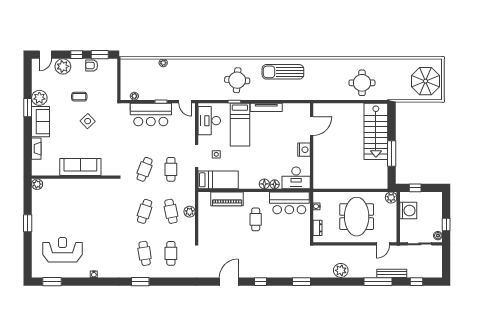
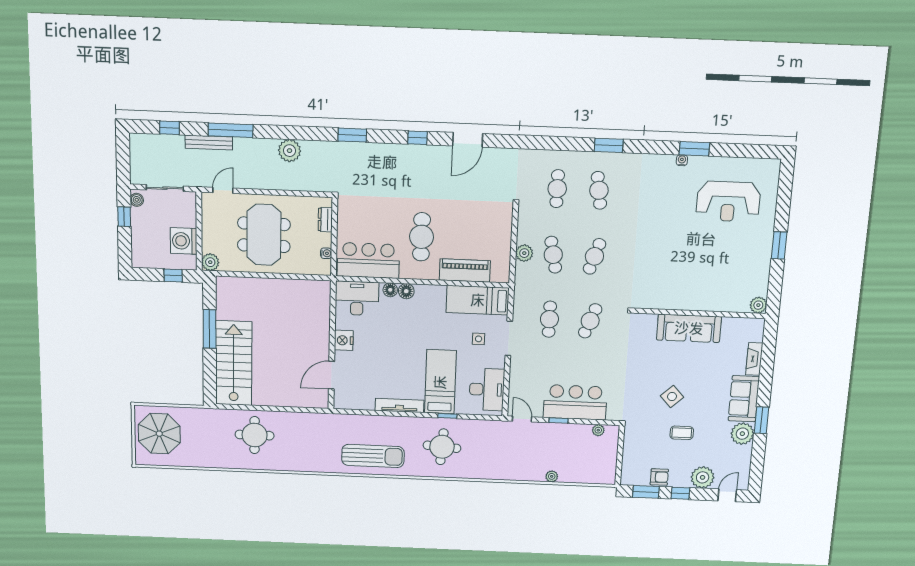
cafe table: (256, 219) -> (422, 237), width x1.37, depth x1.35
window: (52, 282) -> (694, 149), moved

